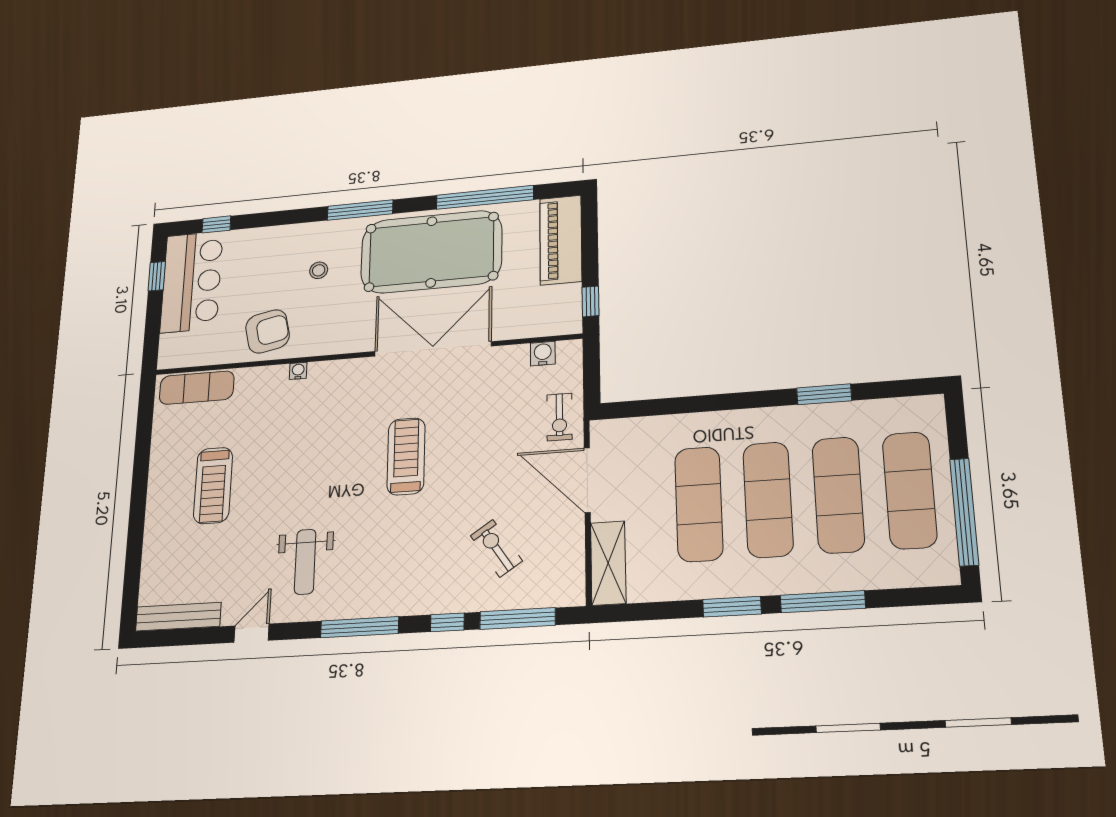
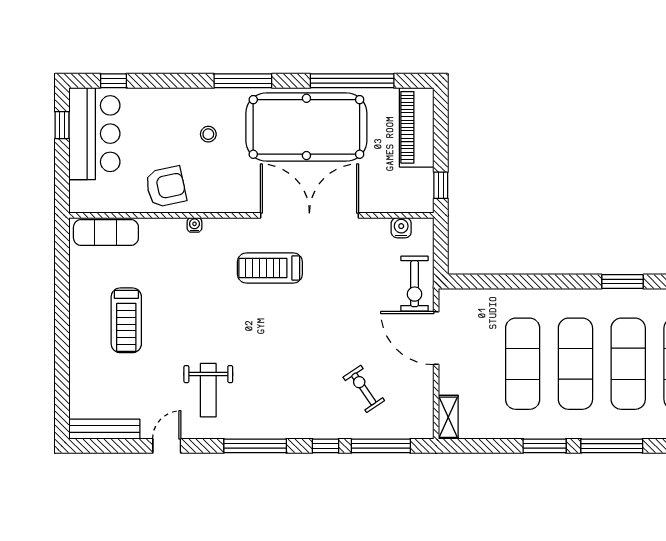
exercise bike: (559, 417) -> (415, 284), width x1.38, depth x1.39
treadmill: (406, 456) -> (270, 268), moved, turned -90
shelving: (608, 563) -> (448, 417), width x0.67, depth x0.75

